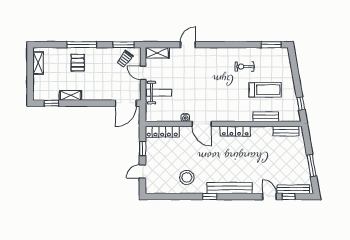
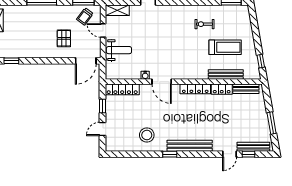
pallet: (78, 63) -> (64, 38), moved
shelving: (70, 95) -> (30, 53), removed
bench: (266, 117) -> (226, 74), width x1.36
locker: (262, 131) -> (222, 89), added
door: (269, 197) -> (229, 154), swing flipped

